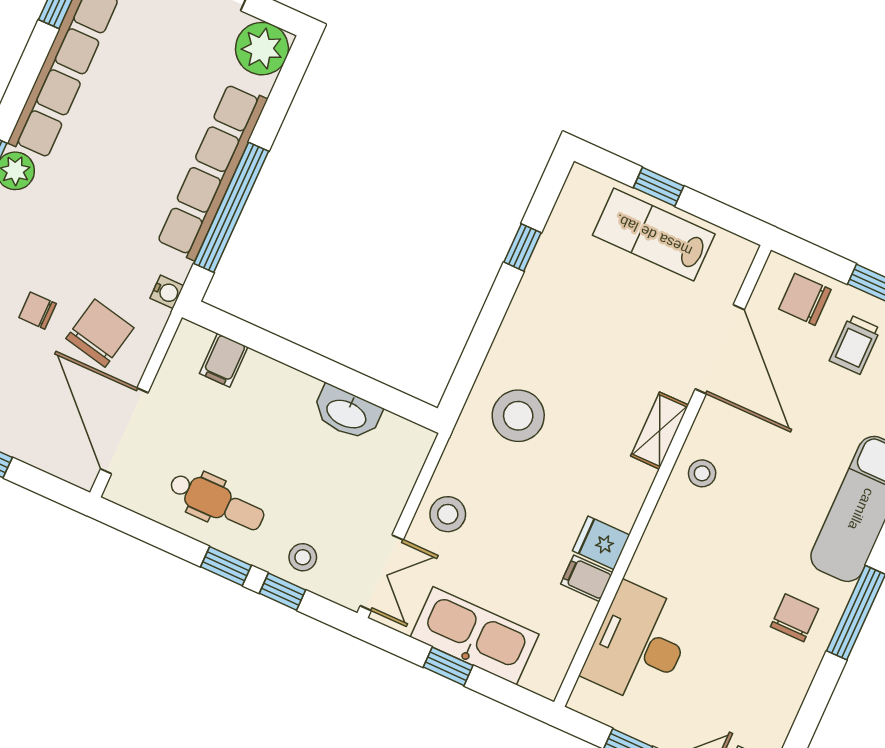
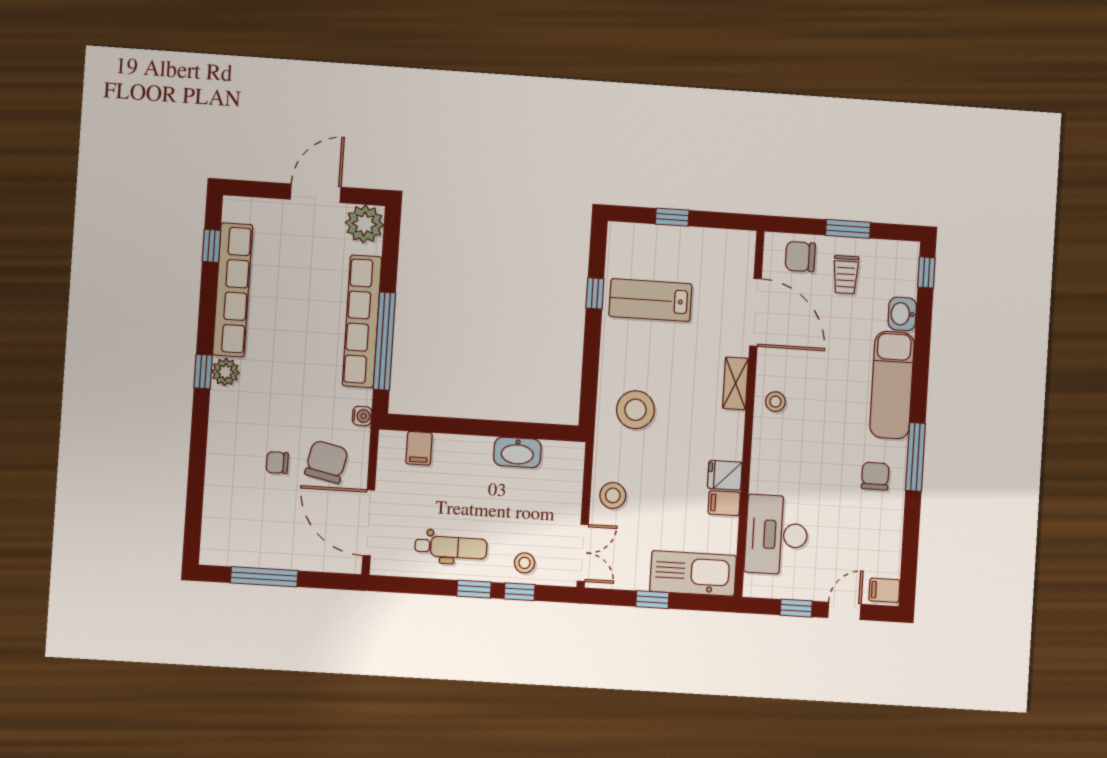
lab bench: (654, 235) -> (650, 300), moved
kitchen sink: (475, 636) -> (693, 573), moved

